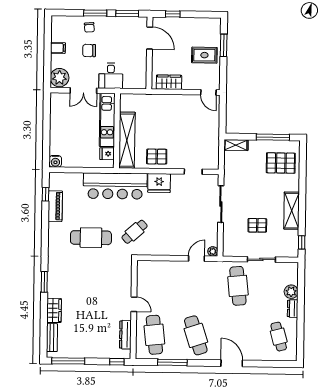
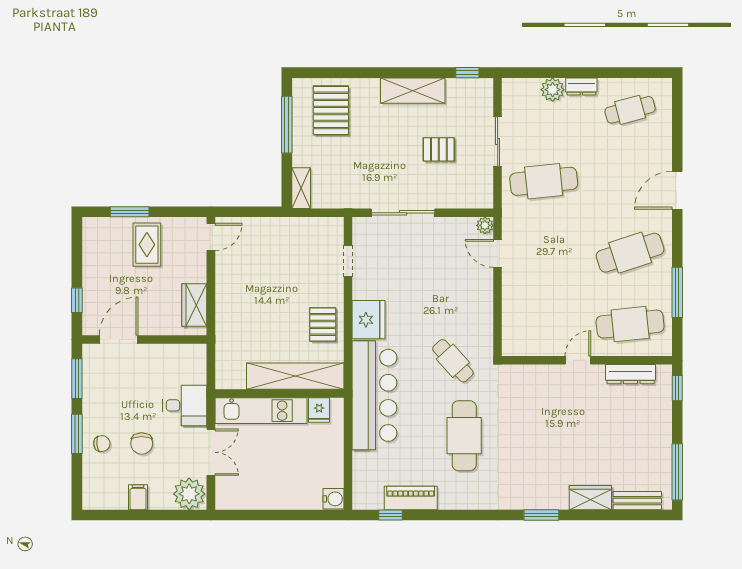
pallet: (257, 225) -> (439, 149), turned 90

